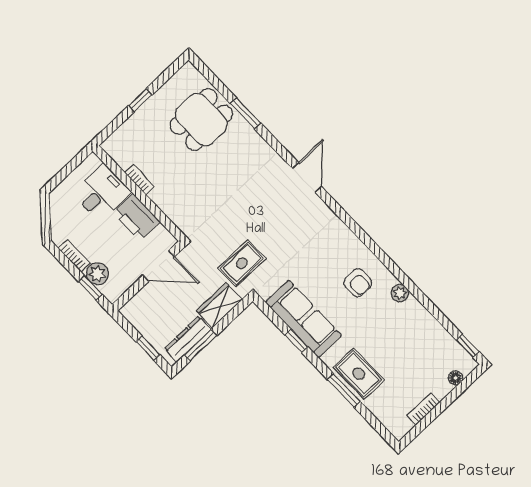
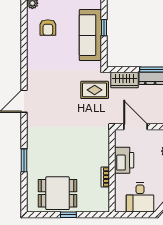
dining table: (201, 120) -> (58, 193), moved
desk: (102, 193) -> (140, 197), moved, turned -90
armchair: (358, 283) -> (48, 28), turned 180

